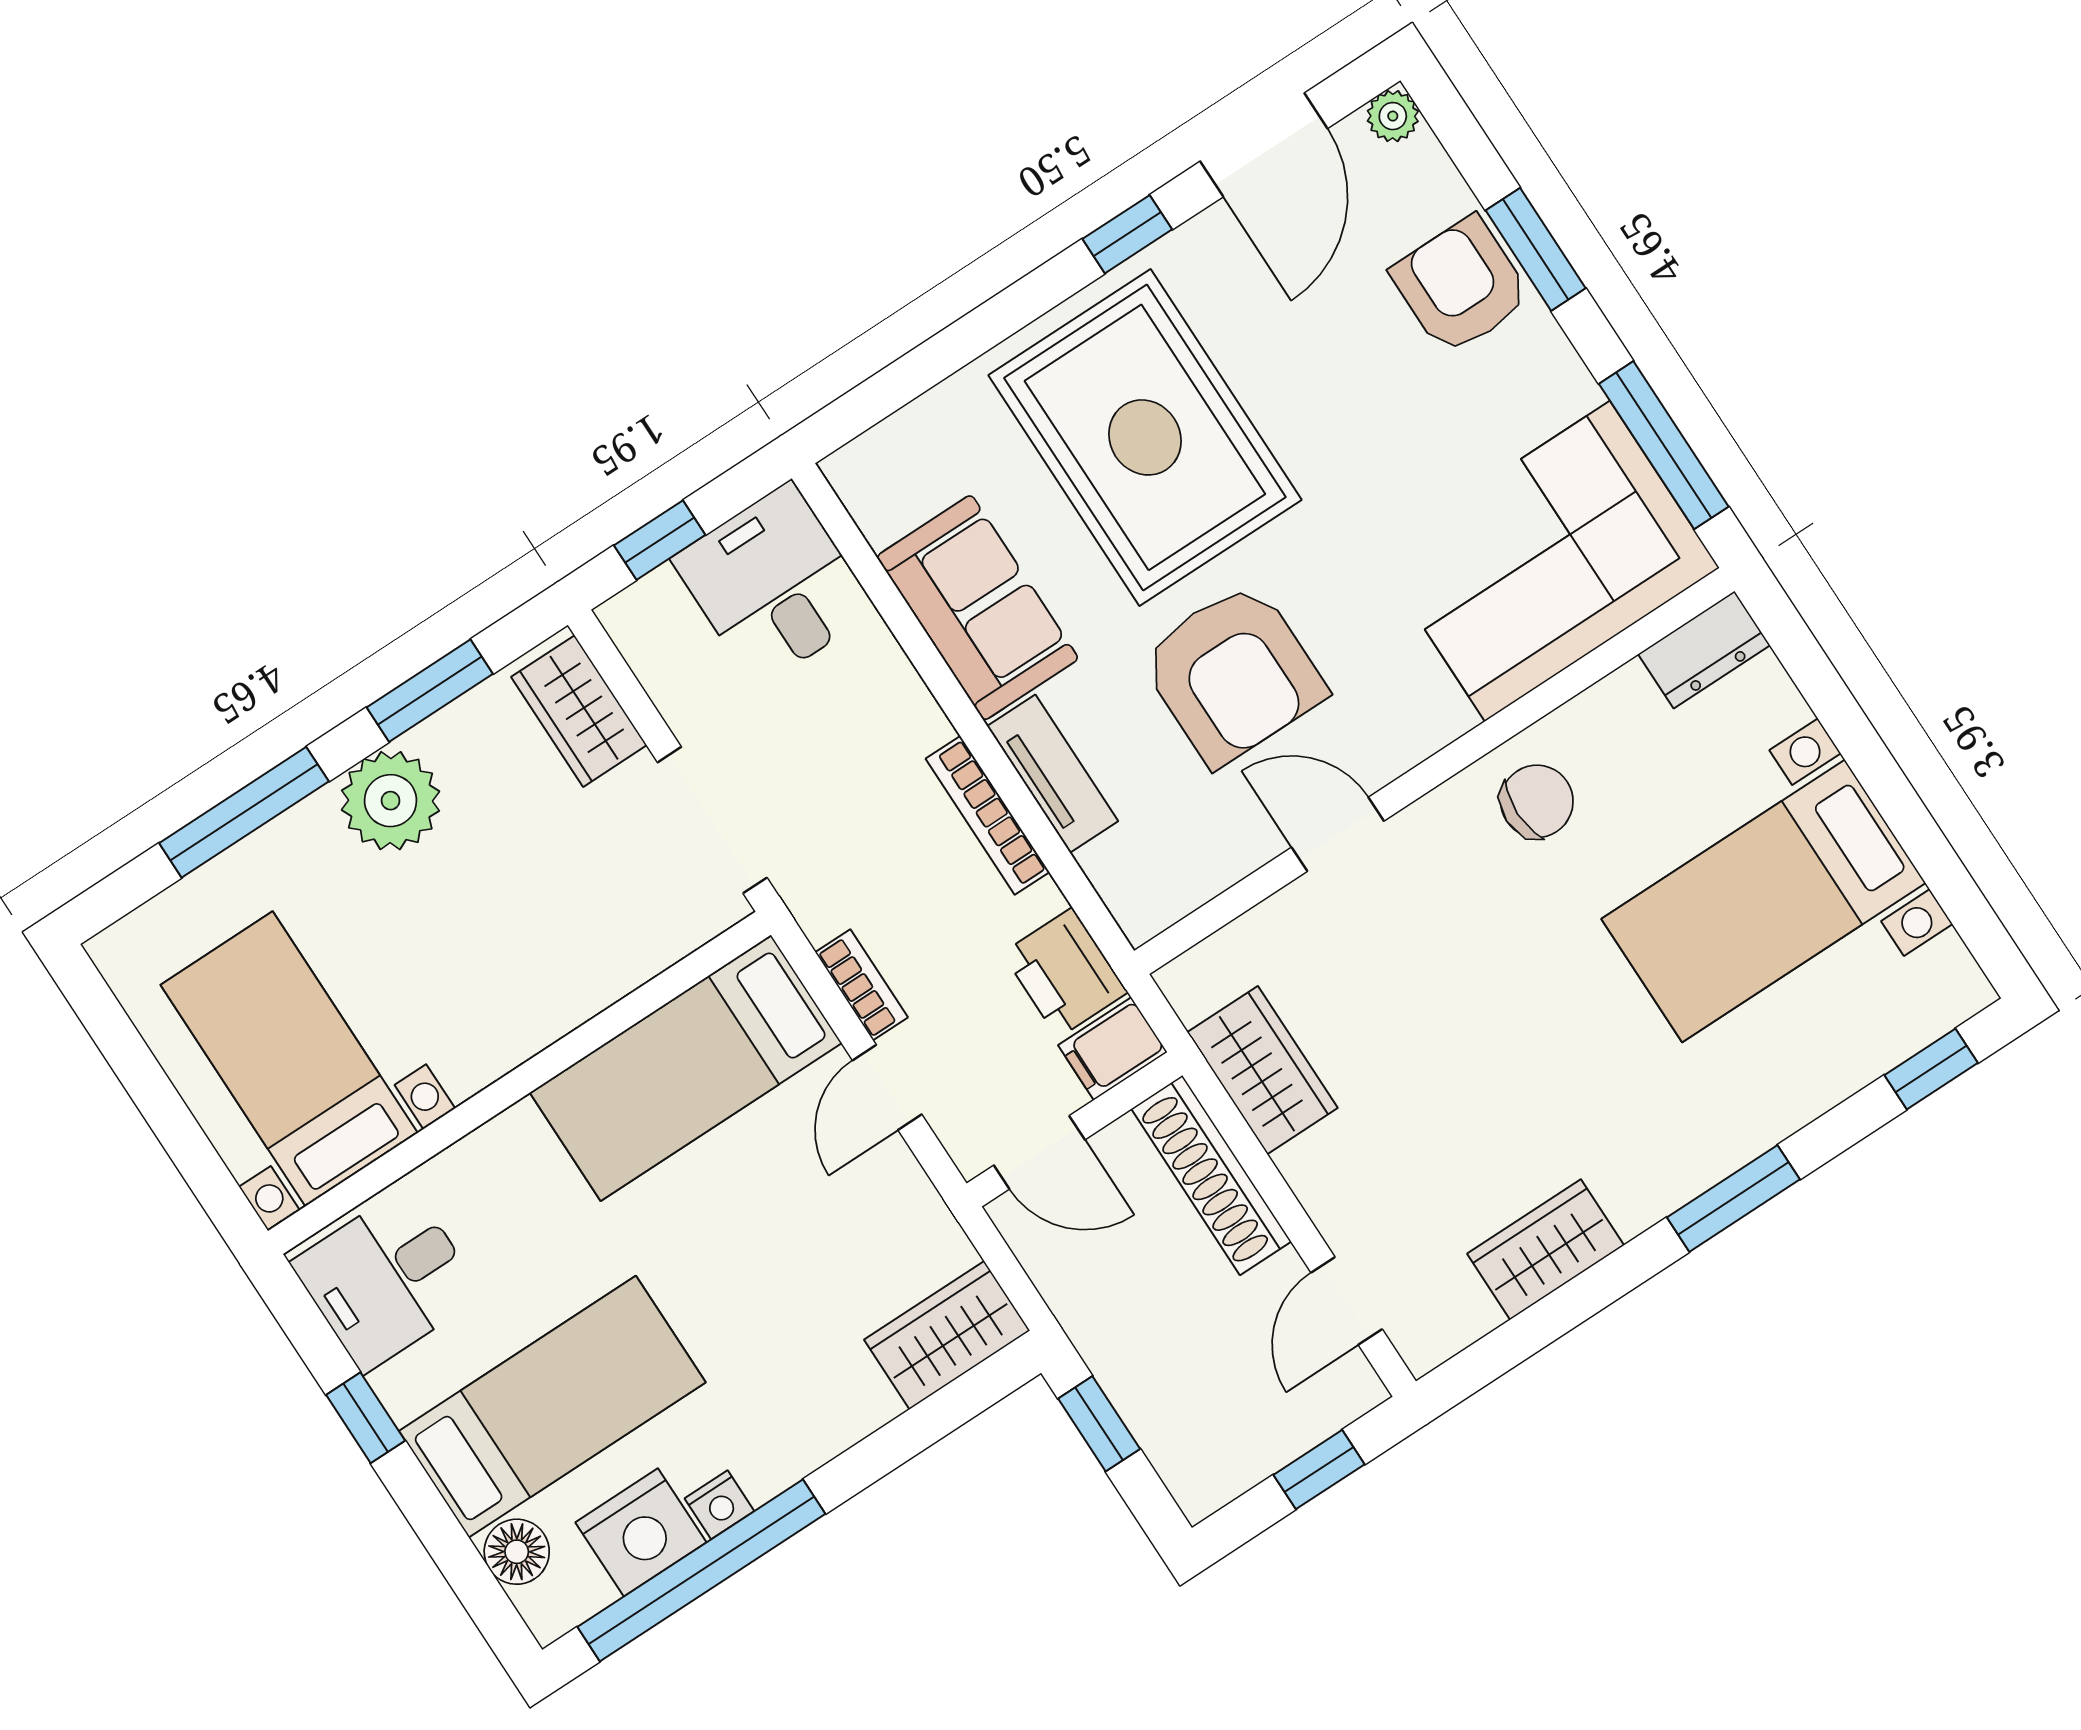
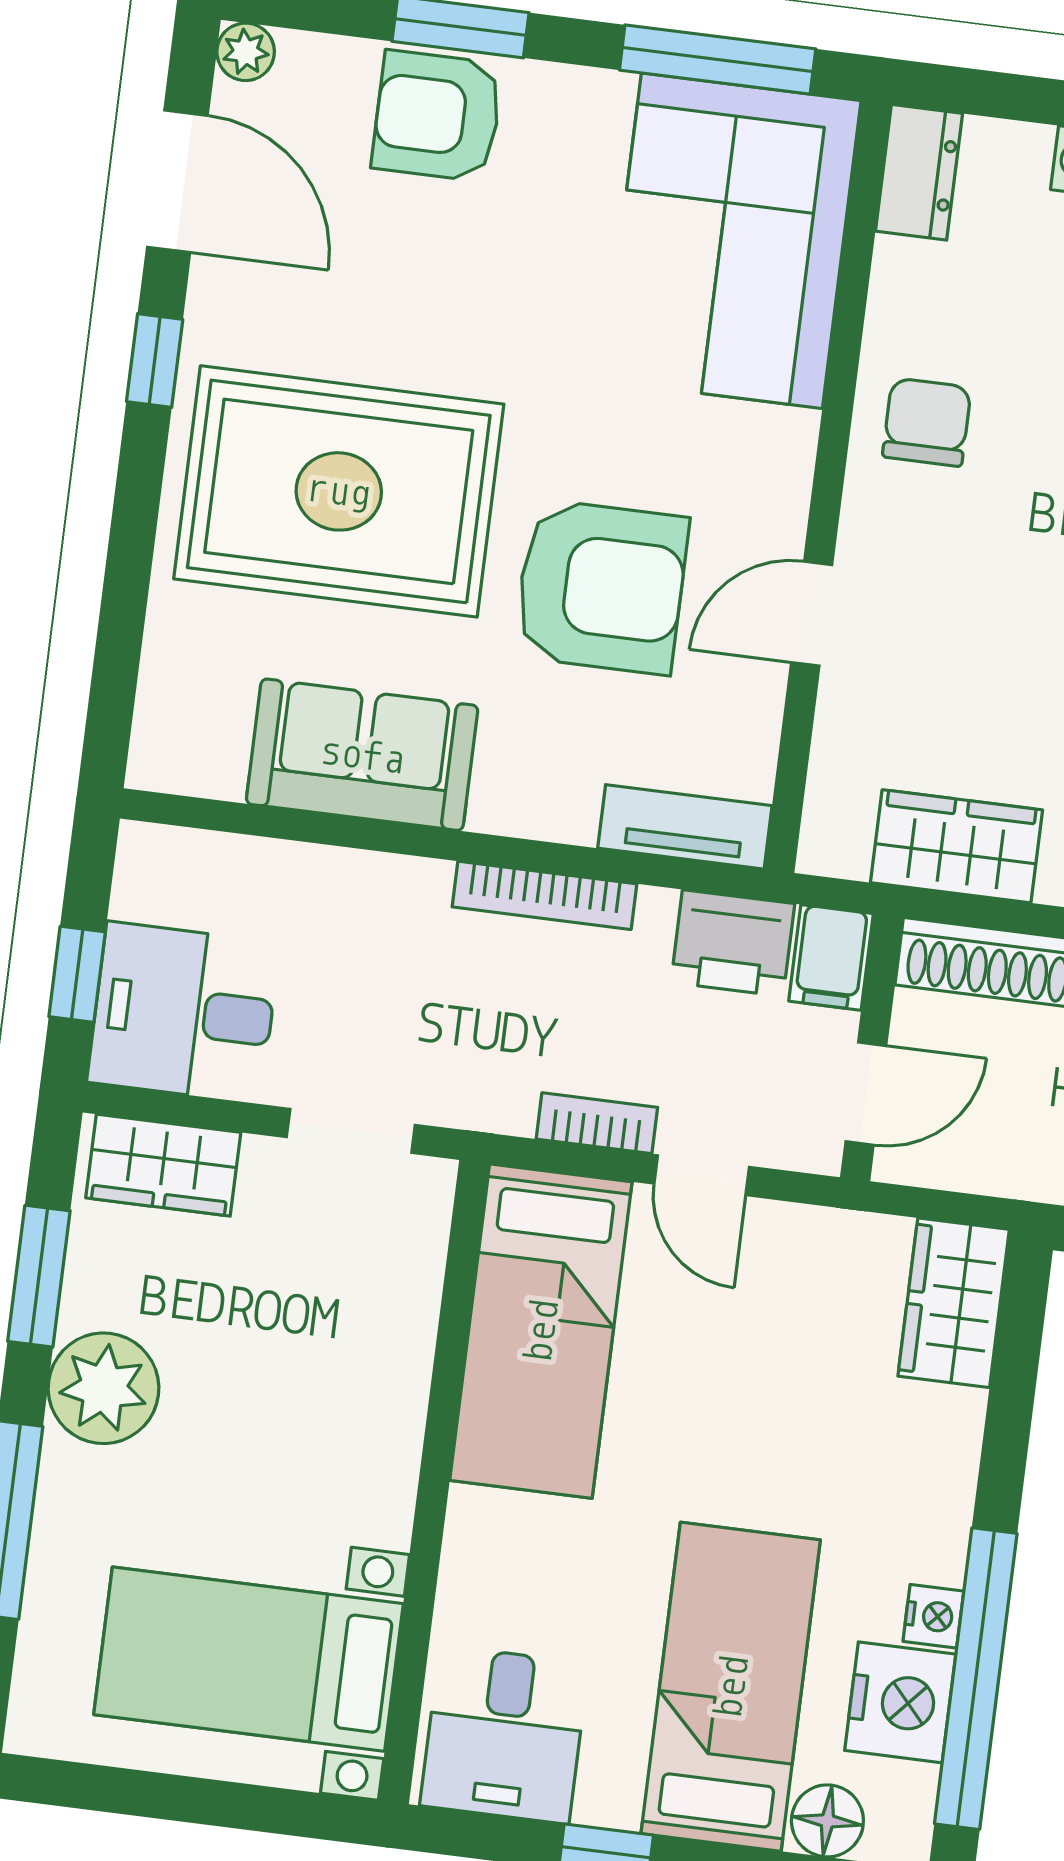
desk: (774, 585) -> (184, 1012), moved
tv unit: (1053, 774) -> (685, 827), moved
doorway: (712, 820) -> (351, 1131), width x0.73

